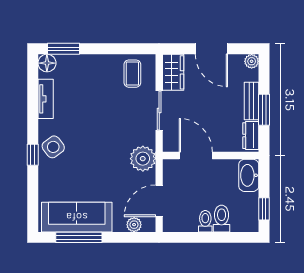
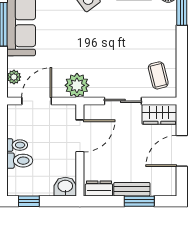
plant: (252, 61) -> (170, 189), removed
coffee table: (132, 74) -> (158, 75), turned 76
window: (264, 110) -> (139, 201), moved
washbasin: (249, 175) -> (65, 187), width x0.72
door: (159, 201) -> (37, 101), hinge flipped

